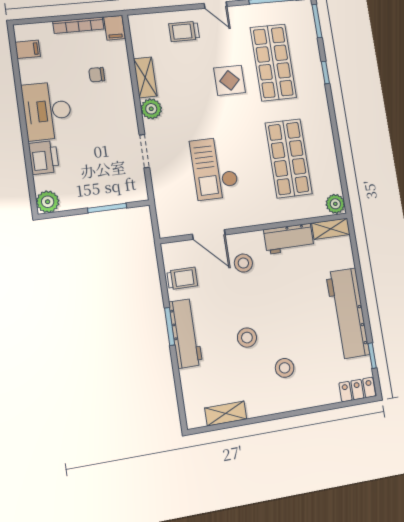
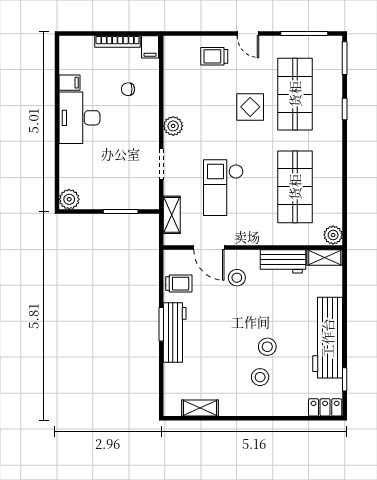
filing cabinet: (28, 49) -> (69, 83), moved
shelving: (145, 77) -> (172, 215), moved
printer: (44, 157) -> (71, 159), removed
stool: (247, 338) -> (267, 347), moved

